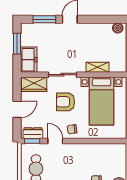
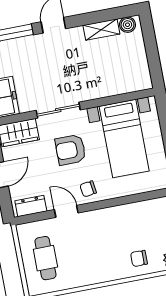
shelving: (98, 67) -> (101, 30), moved
window: (32, 141) -> (32, 218), removed

